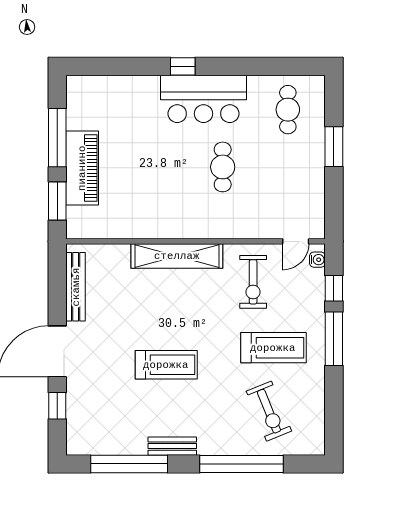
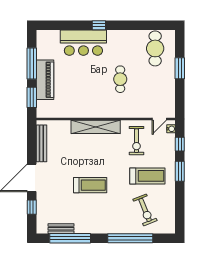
bar counter: (203, 99) -> (83, 43), moved
cafe table: (288, 110) -> (155, 48), width x1.37, depth x1.35
window: (334, 339) -> (180, 171), width x0.69
bench: (172, 446) -> (61, 229), moved

